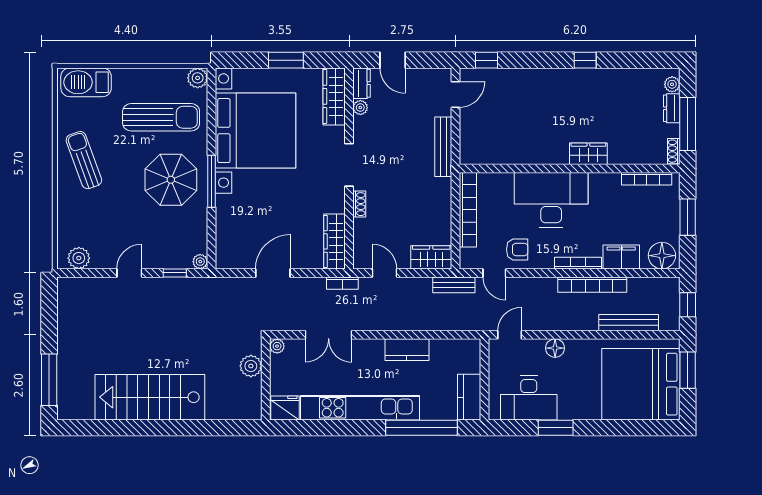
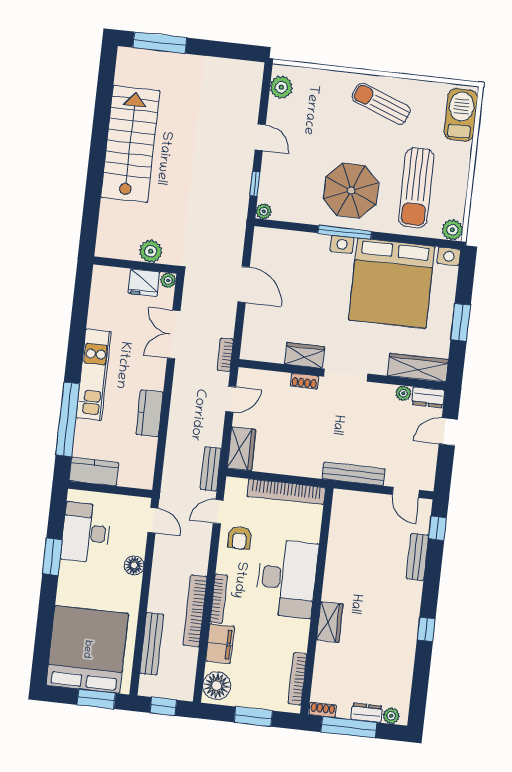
bench: (516, 76) -> (417, 557), added
sun lounger: (84, 160) -> (381, 104), turned -139
wardrobe: (334, 241) -> (305, 355), moved, width x0.67
fridge: (285, 408) -> (144, 283), moved, turned 90
kitchen unit: (360, 408) -> (94, 375), width x0.73

